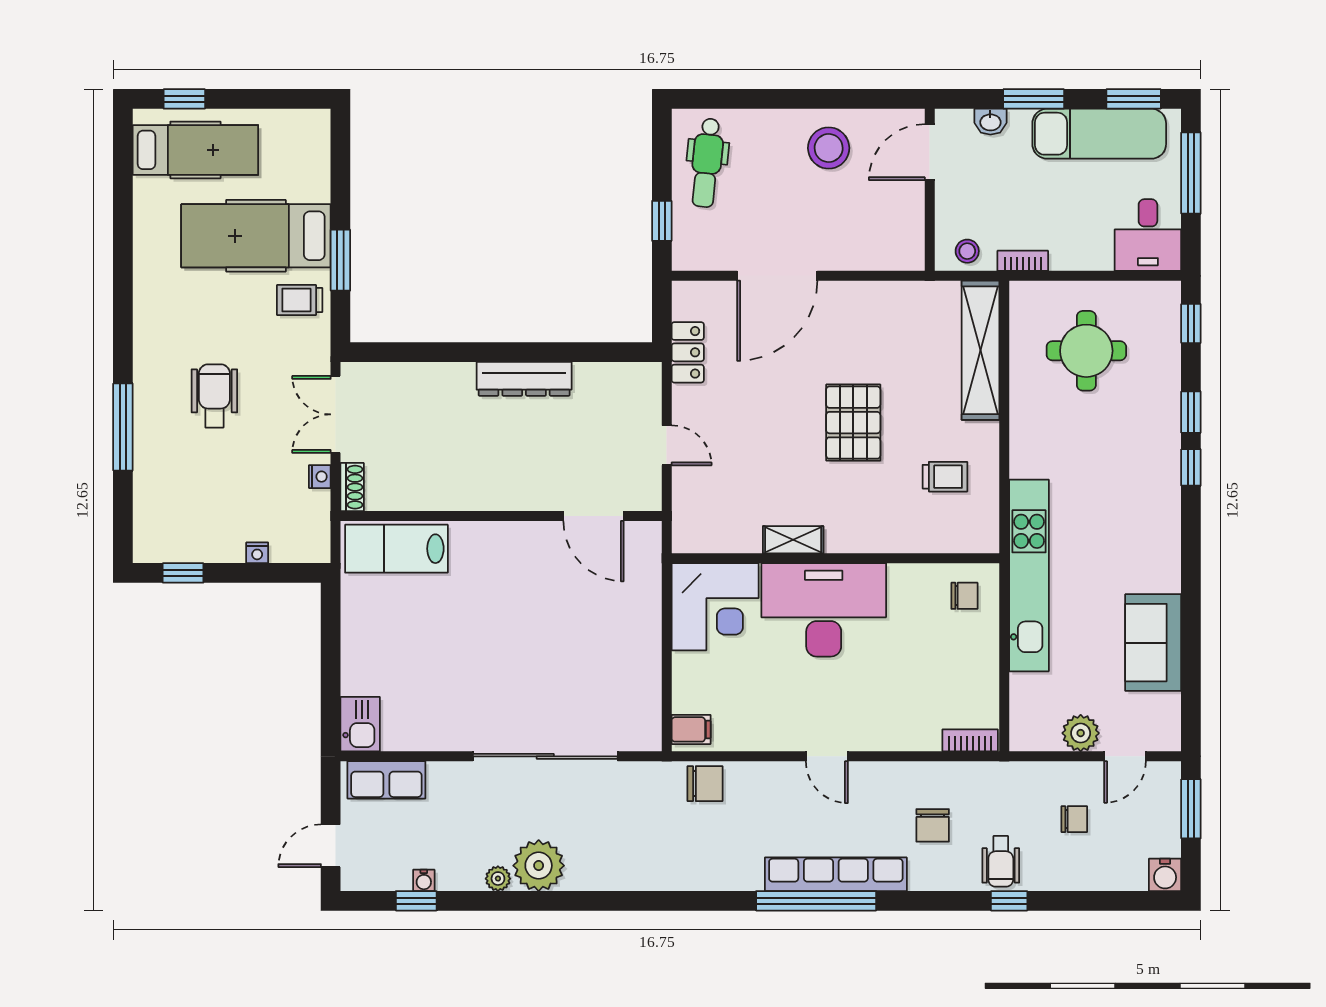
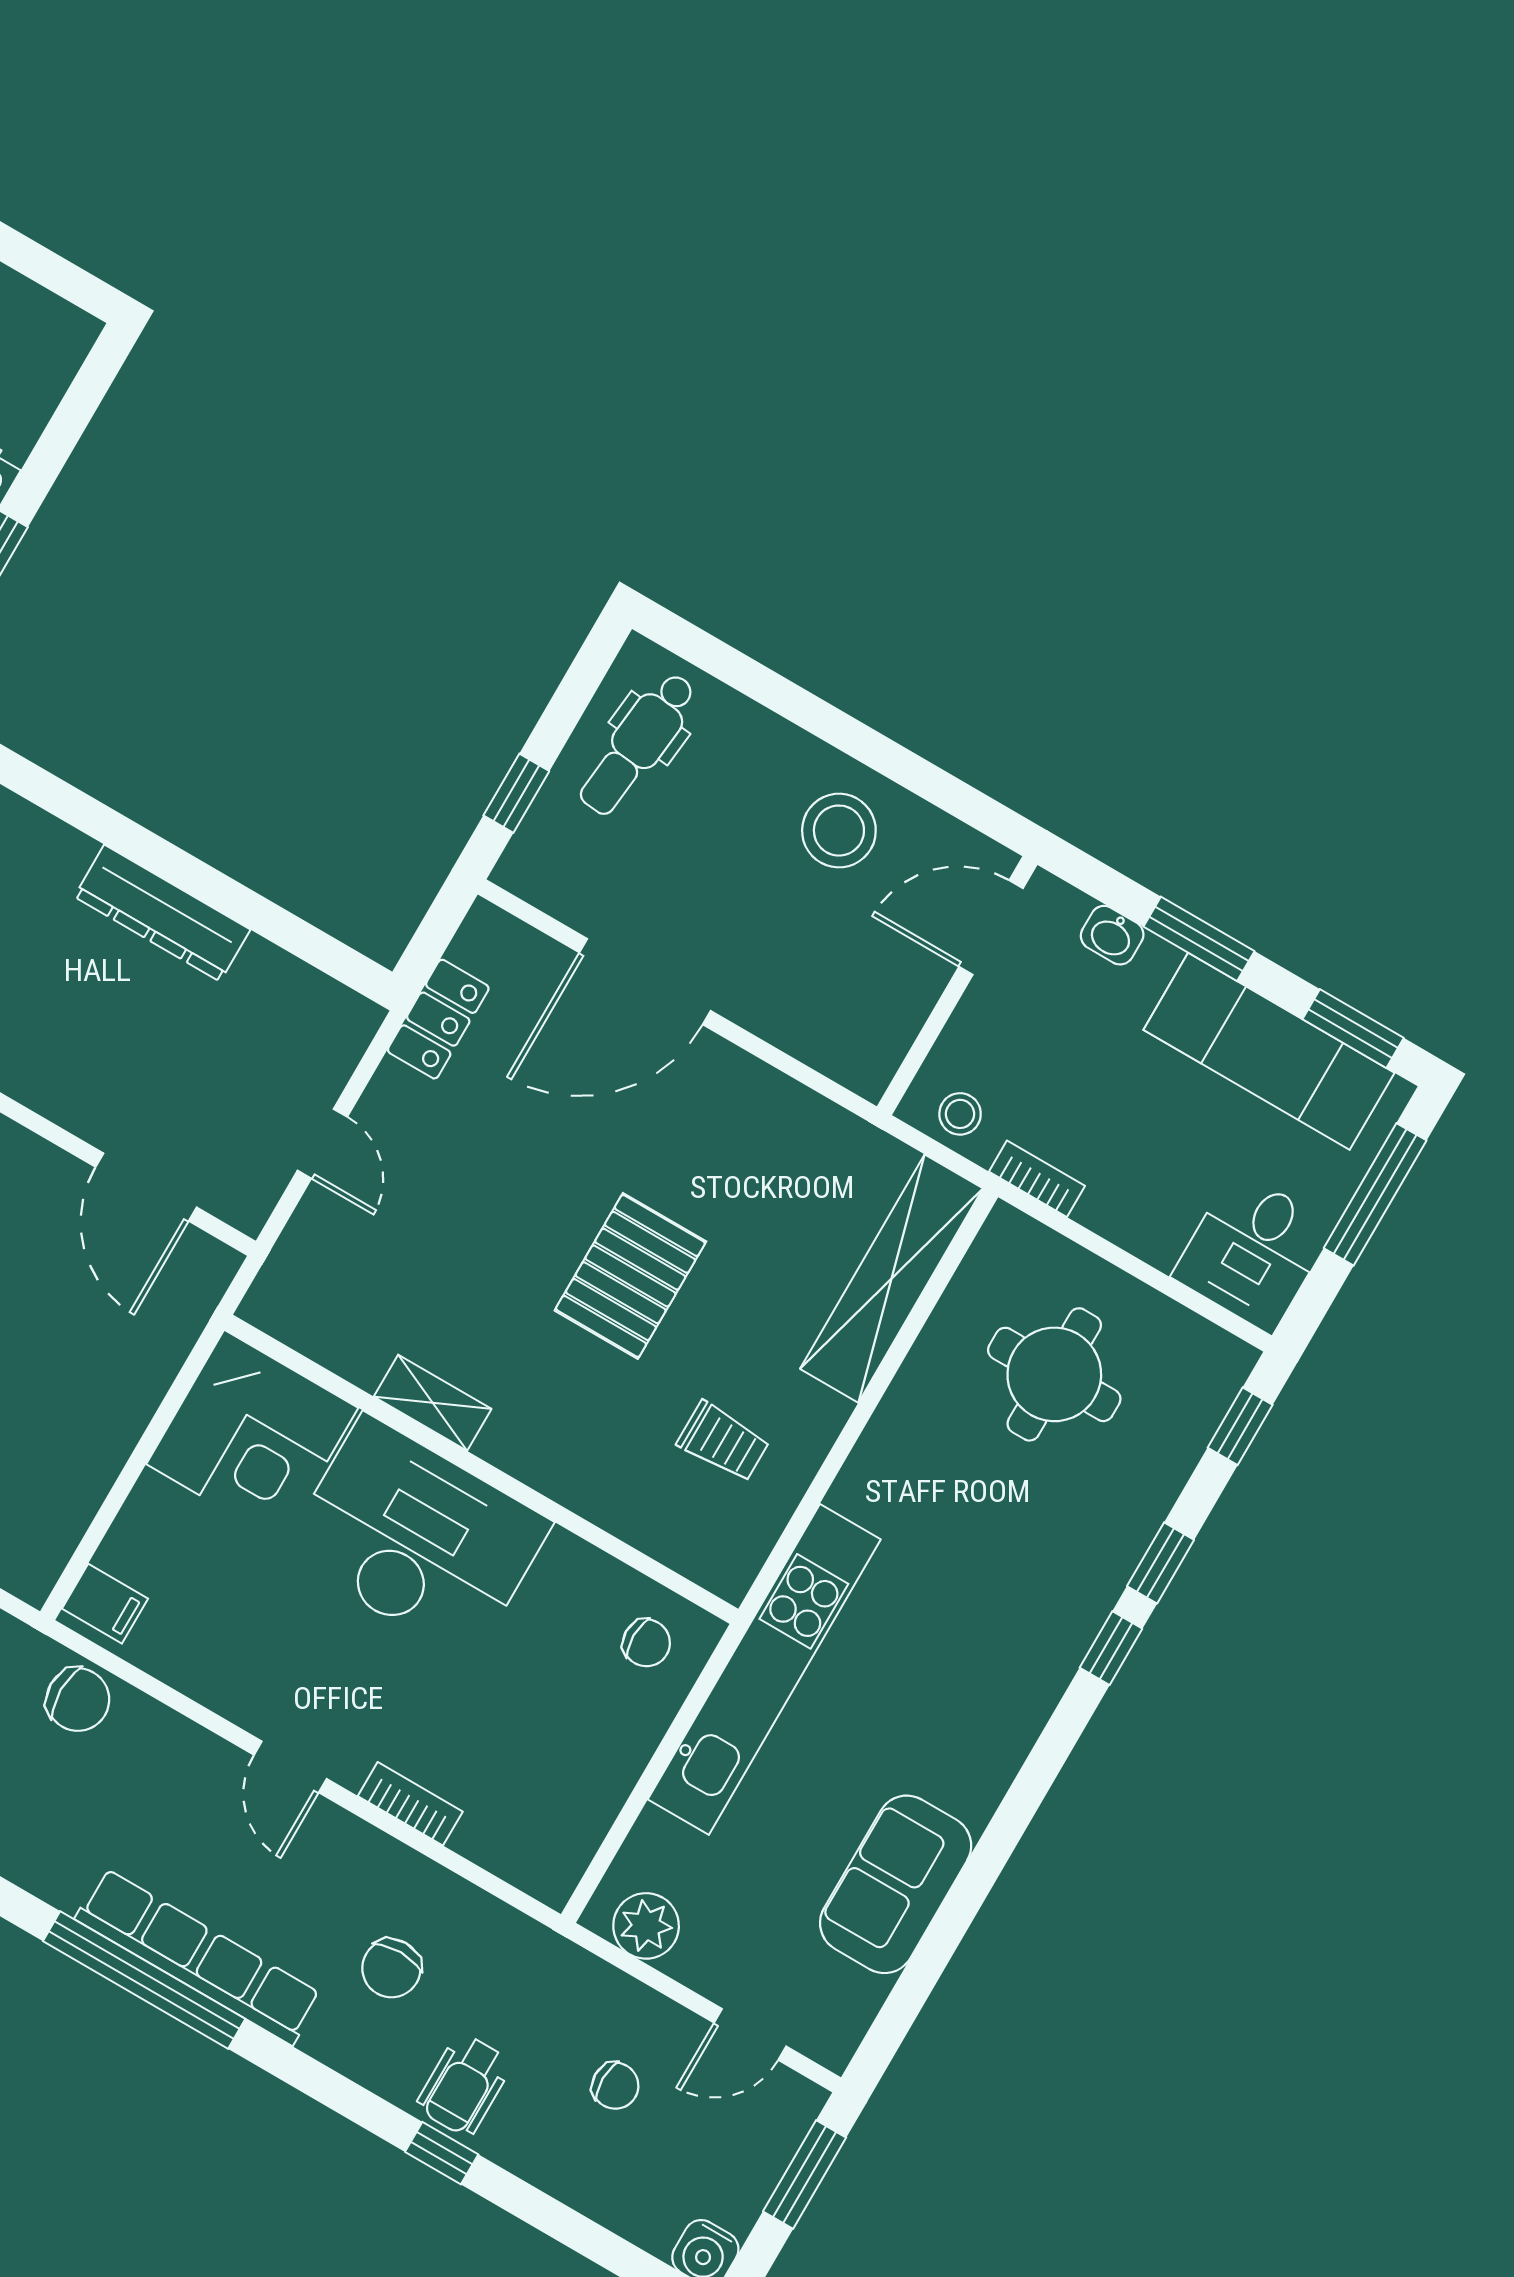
plant: (1081, 733) -> (646, 1926), moved
bookcase: (970, 740) -> (410, 1804), moved

